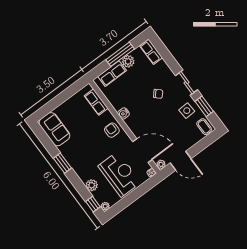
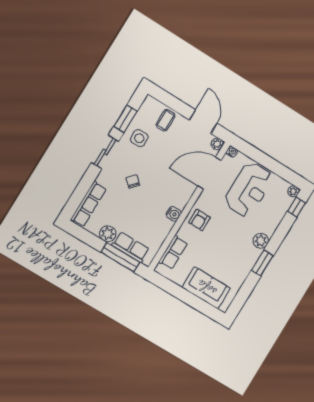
row of seats: (151, 52) -> (89, 204), width x1.48
window: (120, 54) -> (120, 257), moved
coffee table: (204, 127) -> (166, 120), moved
sofa: (54, 129) -> (206, 288), moved, turned 90
door: (142, 151) -> (209, 173), hinge flipped
reception desk: (119, 174) -> (249, 190), turned 180
plant: (92, 185) -> (261, 241), moved

